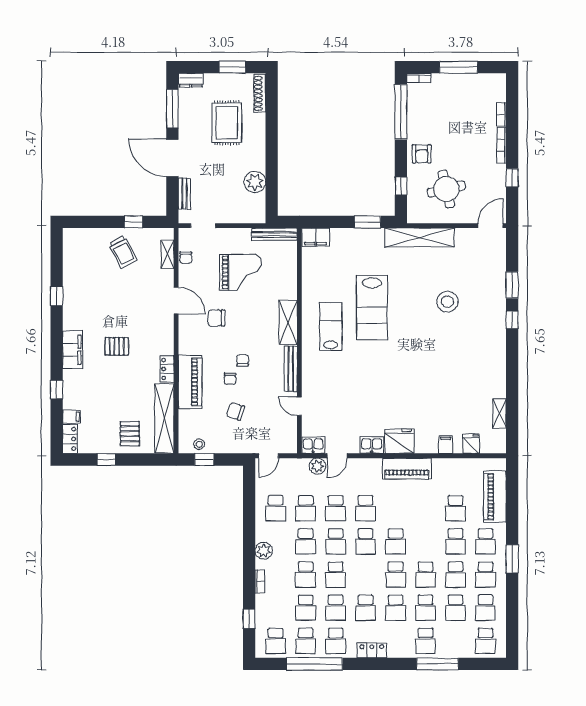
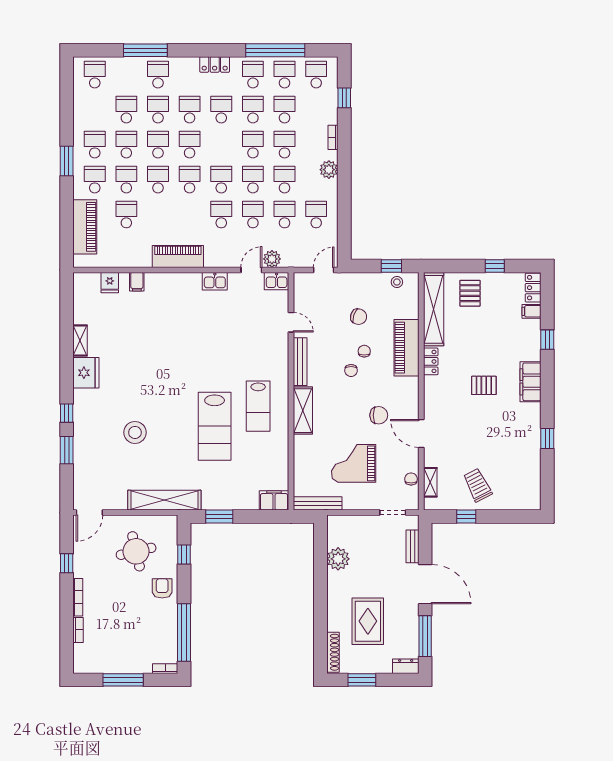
lab bench: (372, 307) -> (215, 426), turned 180
shelving: (499, 414) -> (80, 341), moved
fridge: (399, 441) -> (86, 373), moved, turned -90
school desk: (486, 608) -> (158, 180), moved

